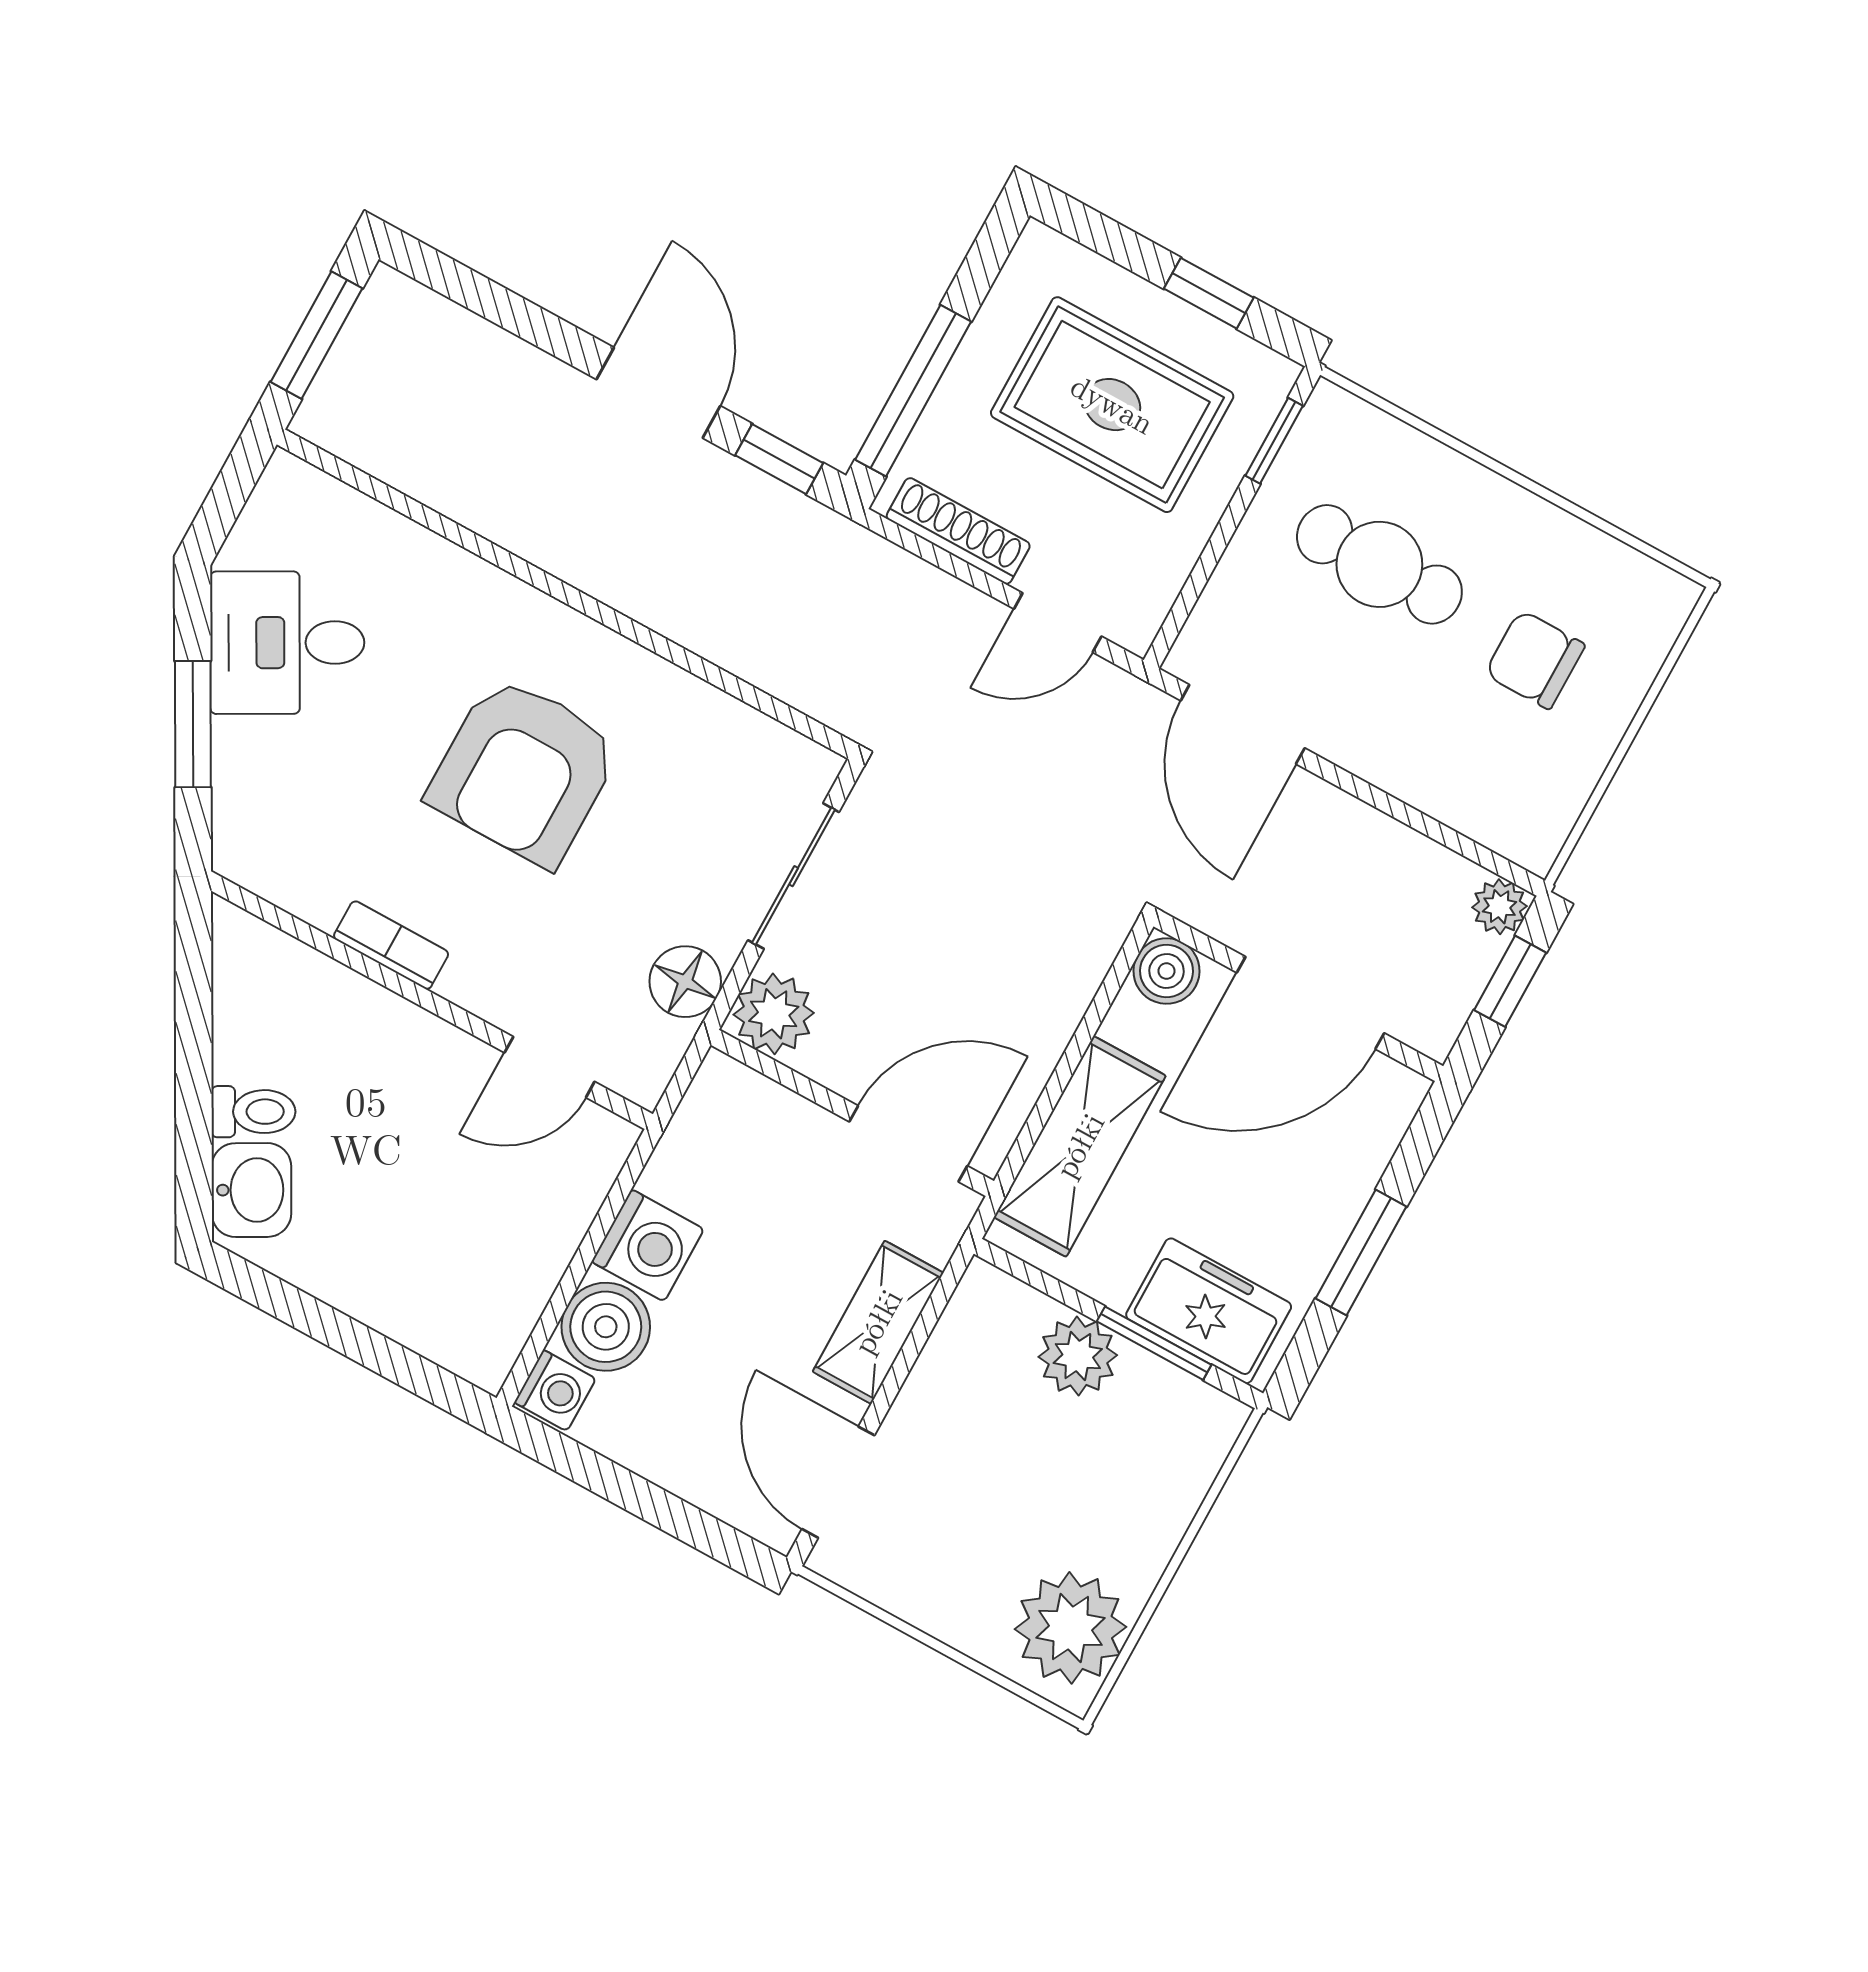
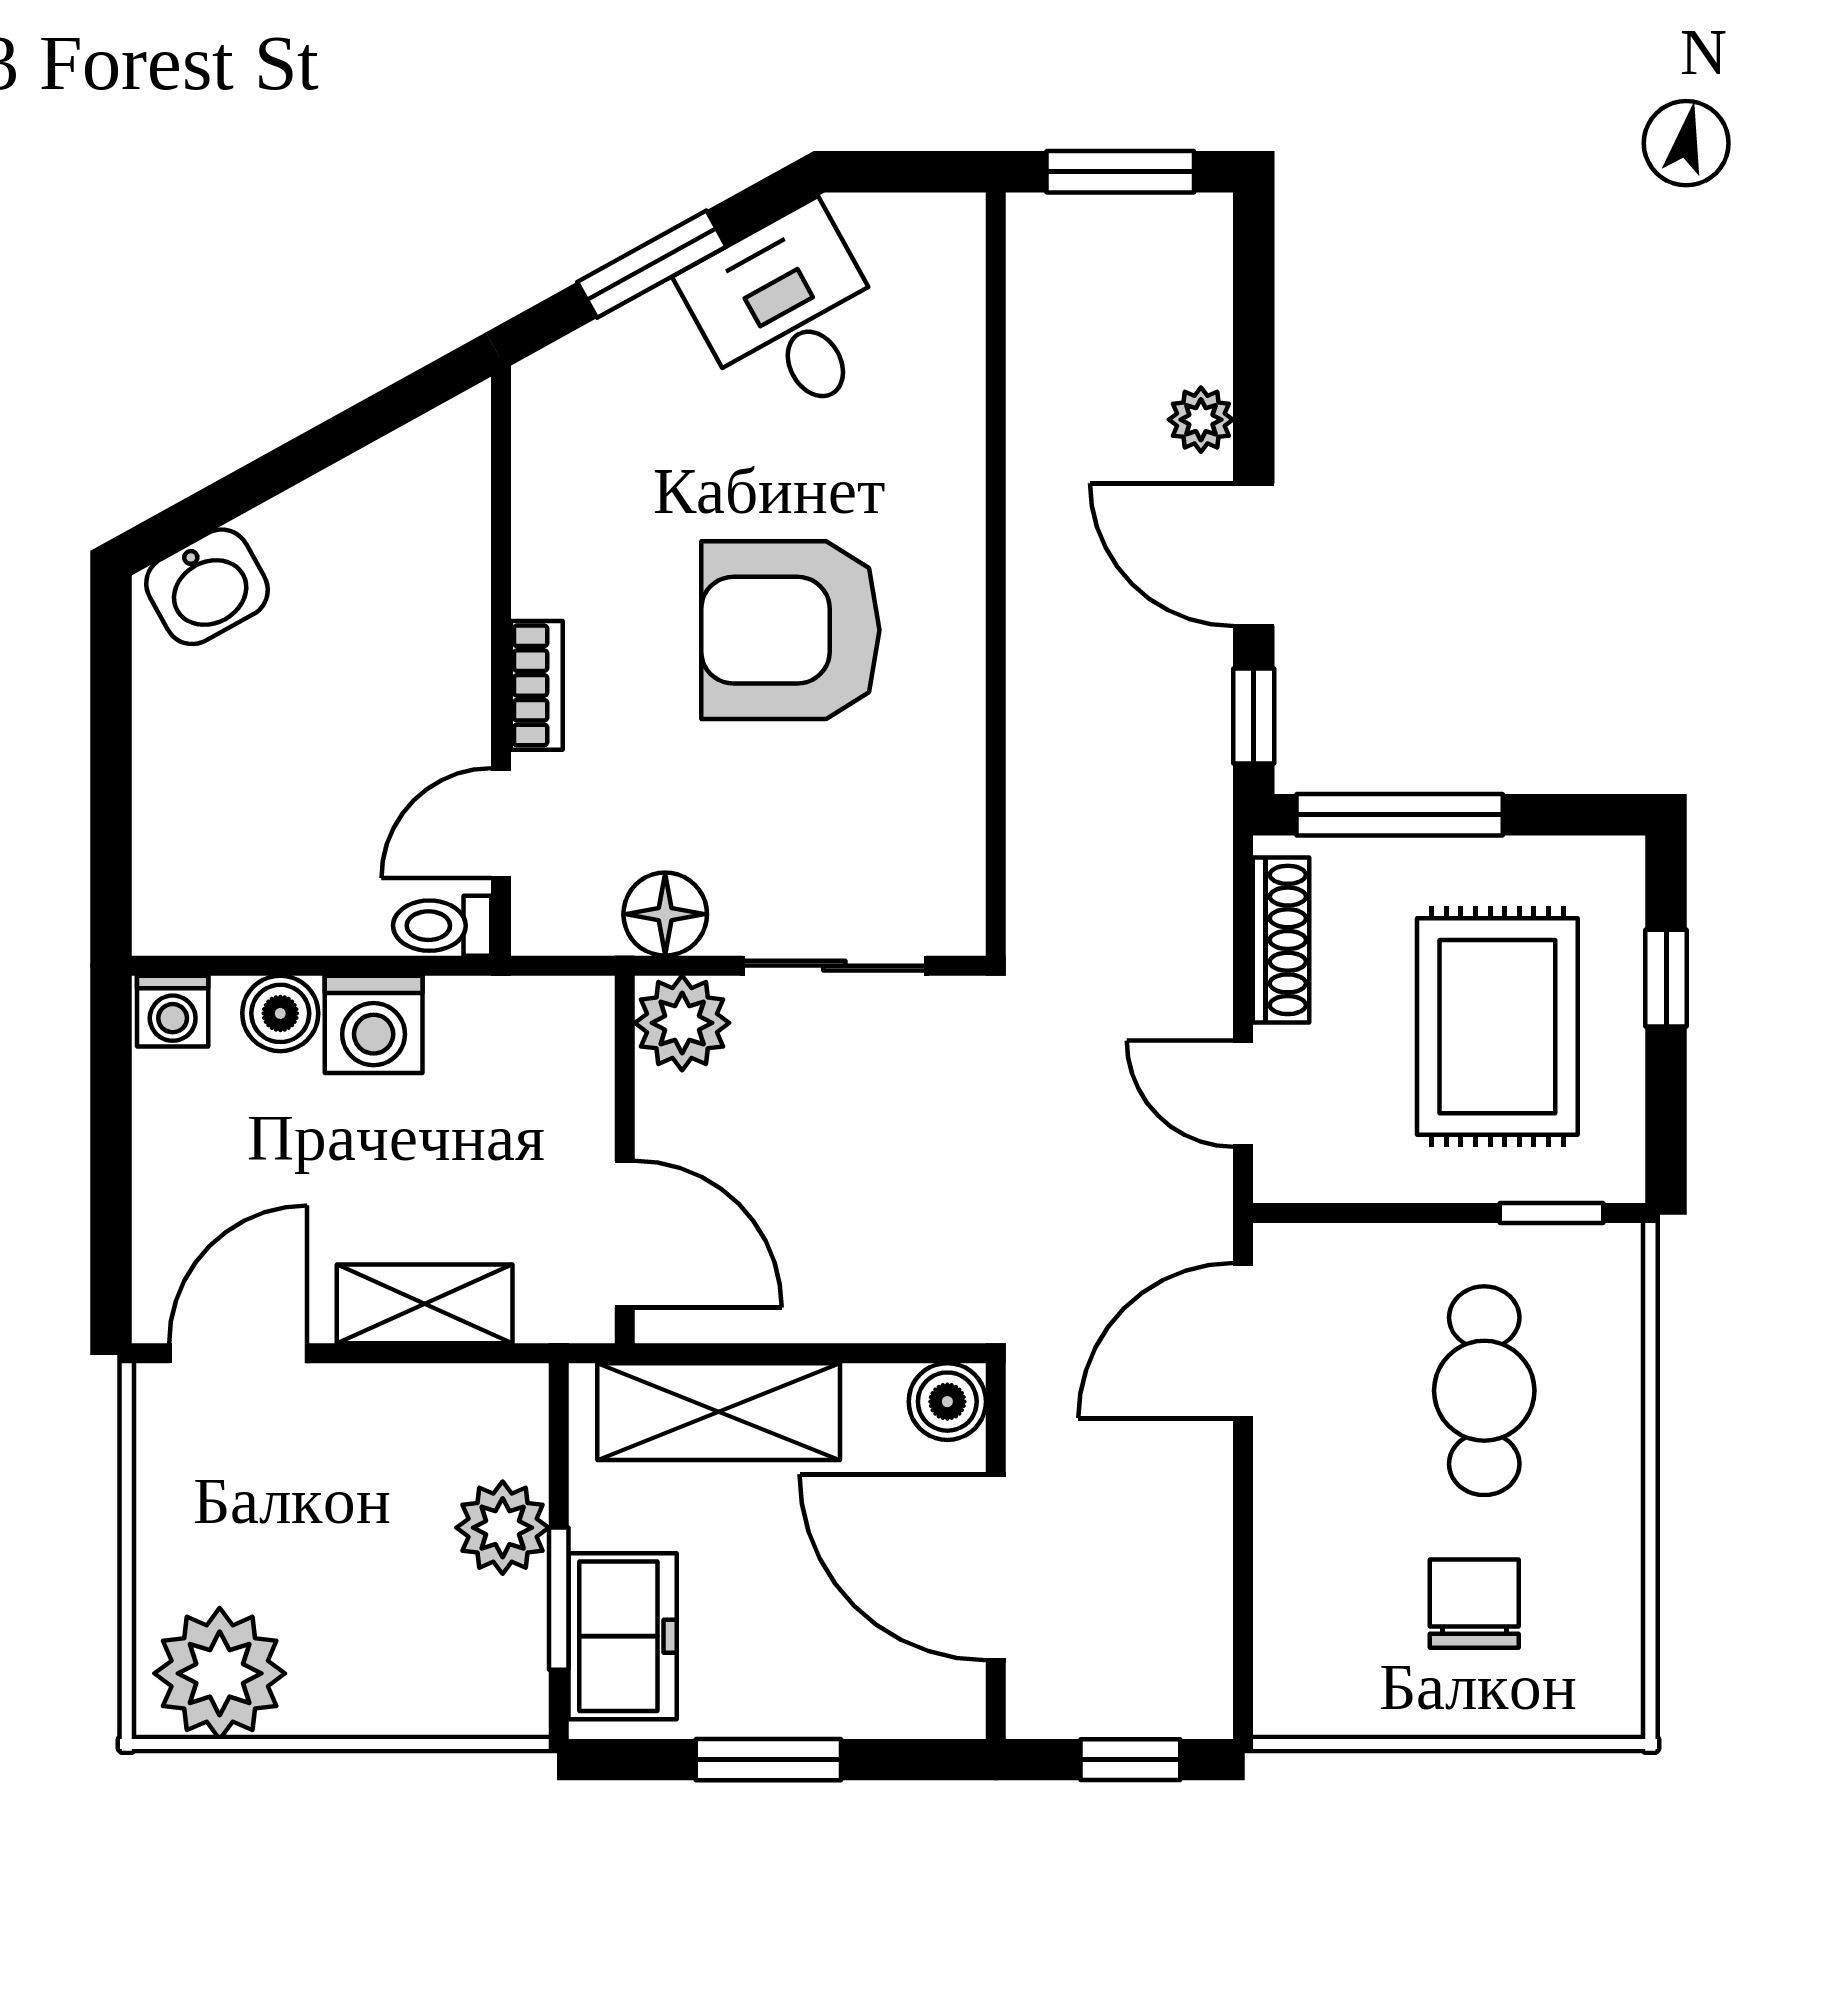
window: (1209, 293) -> (1666, 978), moved
door: (658, 393) -> (1254, 555), swing flipped
plant: (1500, 907) -> (1201, 420), moved
bookcase: (391, 945) -> (537, 685), moved
door: (550, 1067) -> (501, 823), hinge flipped
toilet: (253, 1112) -> (442, 926), moved, turned 119
boiler: (606, 1327) -> (280, 1013), width x0.73, depth x0.73

